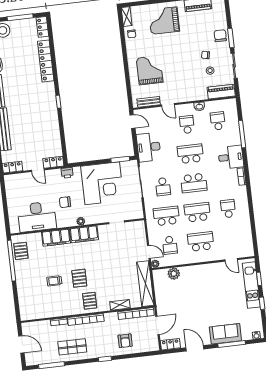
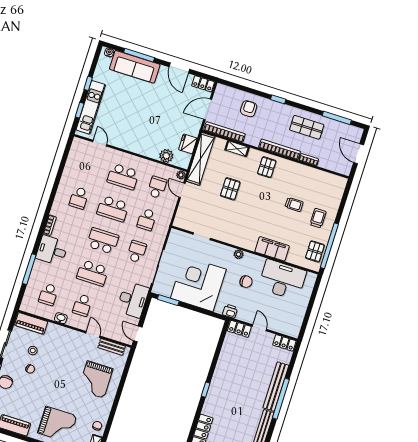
school desk: (166, 216) -> (147, 219), width x0.54
filing cabinet: (84, 234) -> (241, 239), removed
pallet: (79, 278) -> (230, 189), moved
trolley: (30, 279) -> (318, 218), added
fridge: (161, 291) -> (188, 144), added
sofa: (225, 334) -> (135, 67), width x1.36

